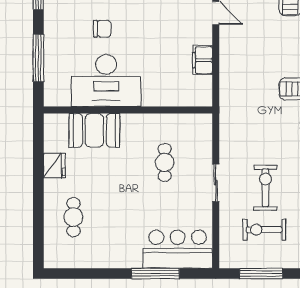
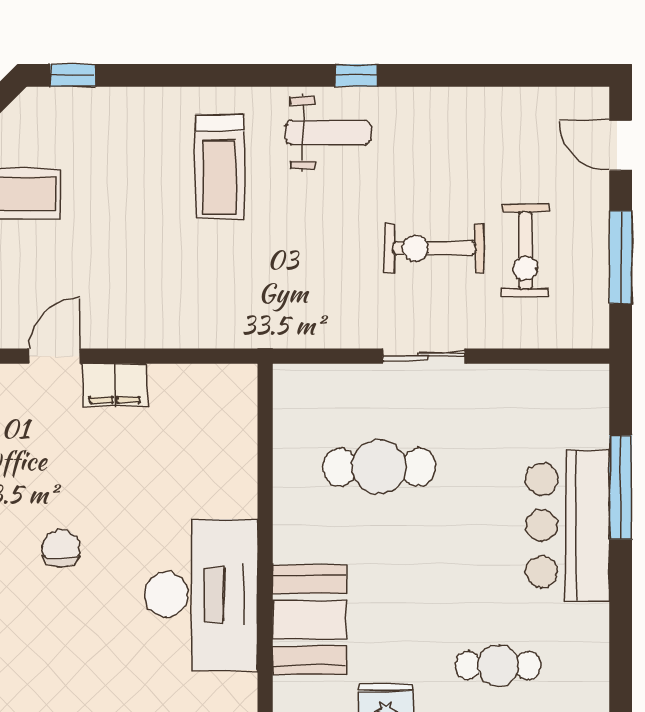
chair: (102, 29) -> (61, 548), moved
filing cabinet: (203, 60) -> (115, 385), moved
cafe table: (165, 162) -> (379, 467), width x1.37, depth x1.35
bar counter: (178, 249) -> (568, 526), moved

